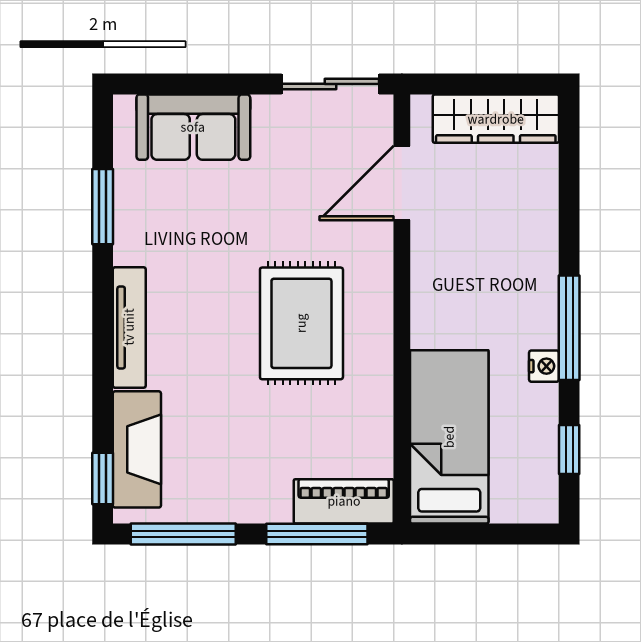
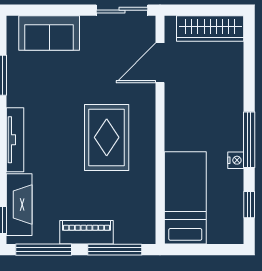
piano: (344, 501) -> (87, 232), moved

